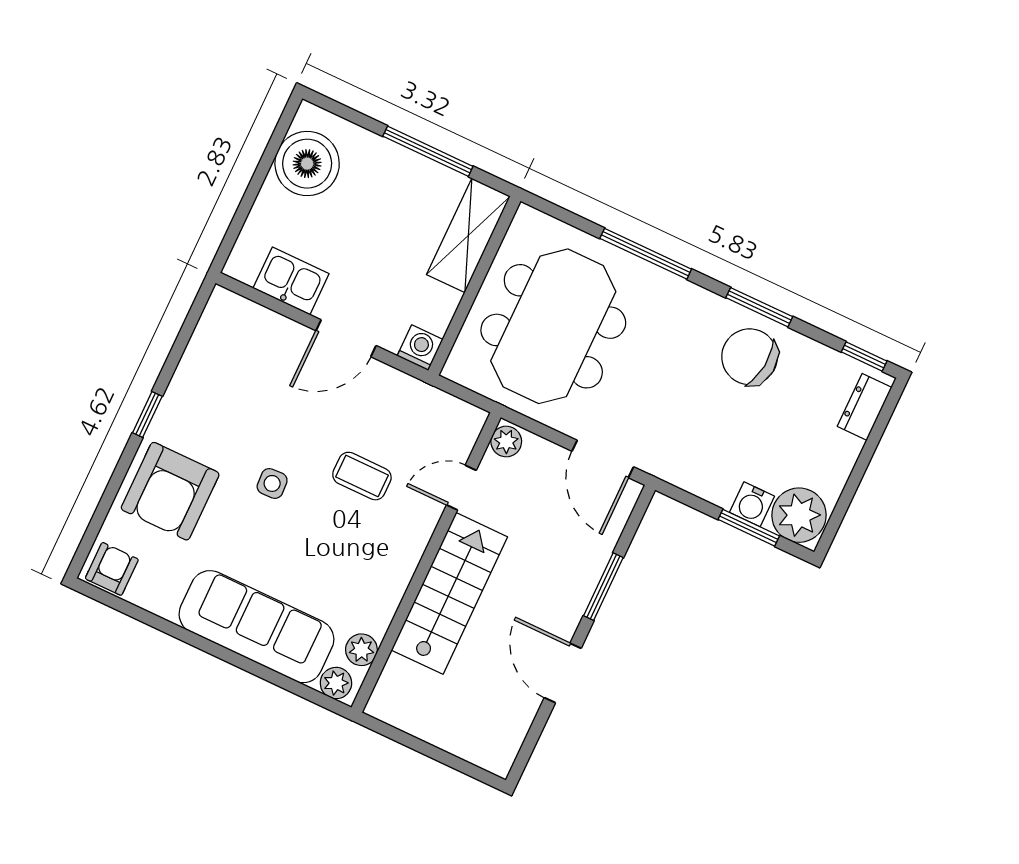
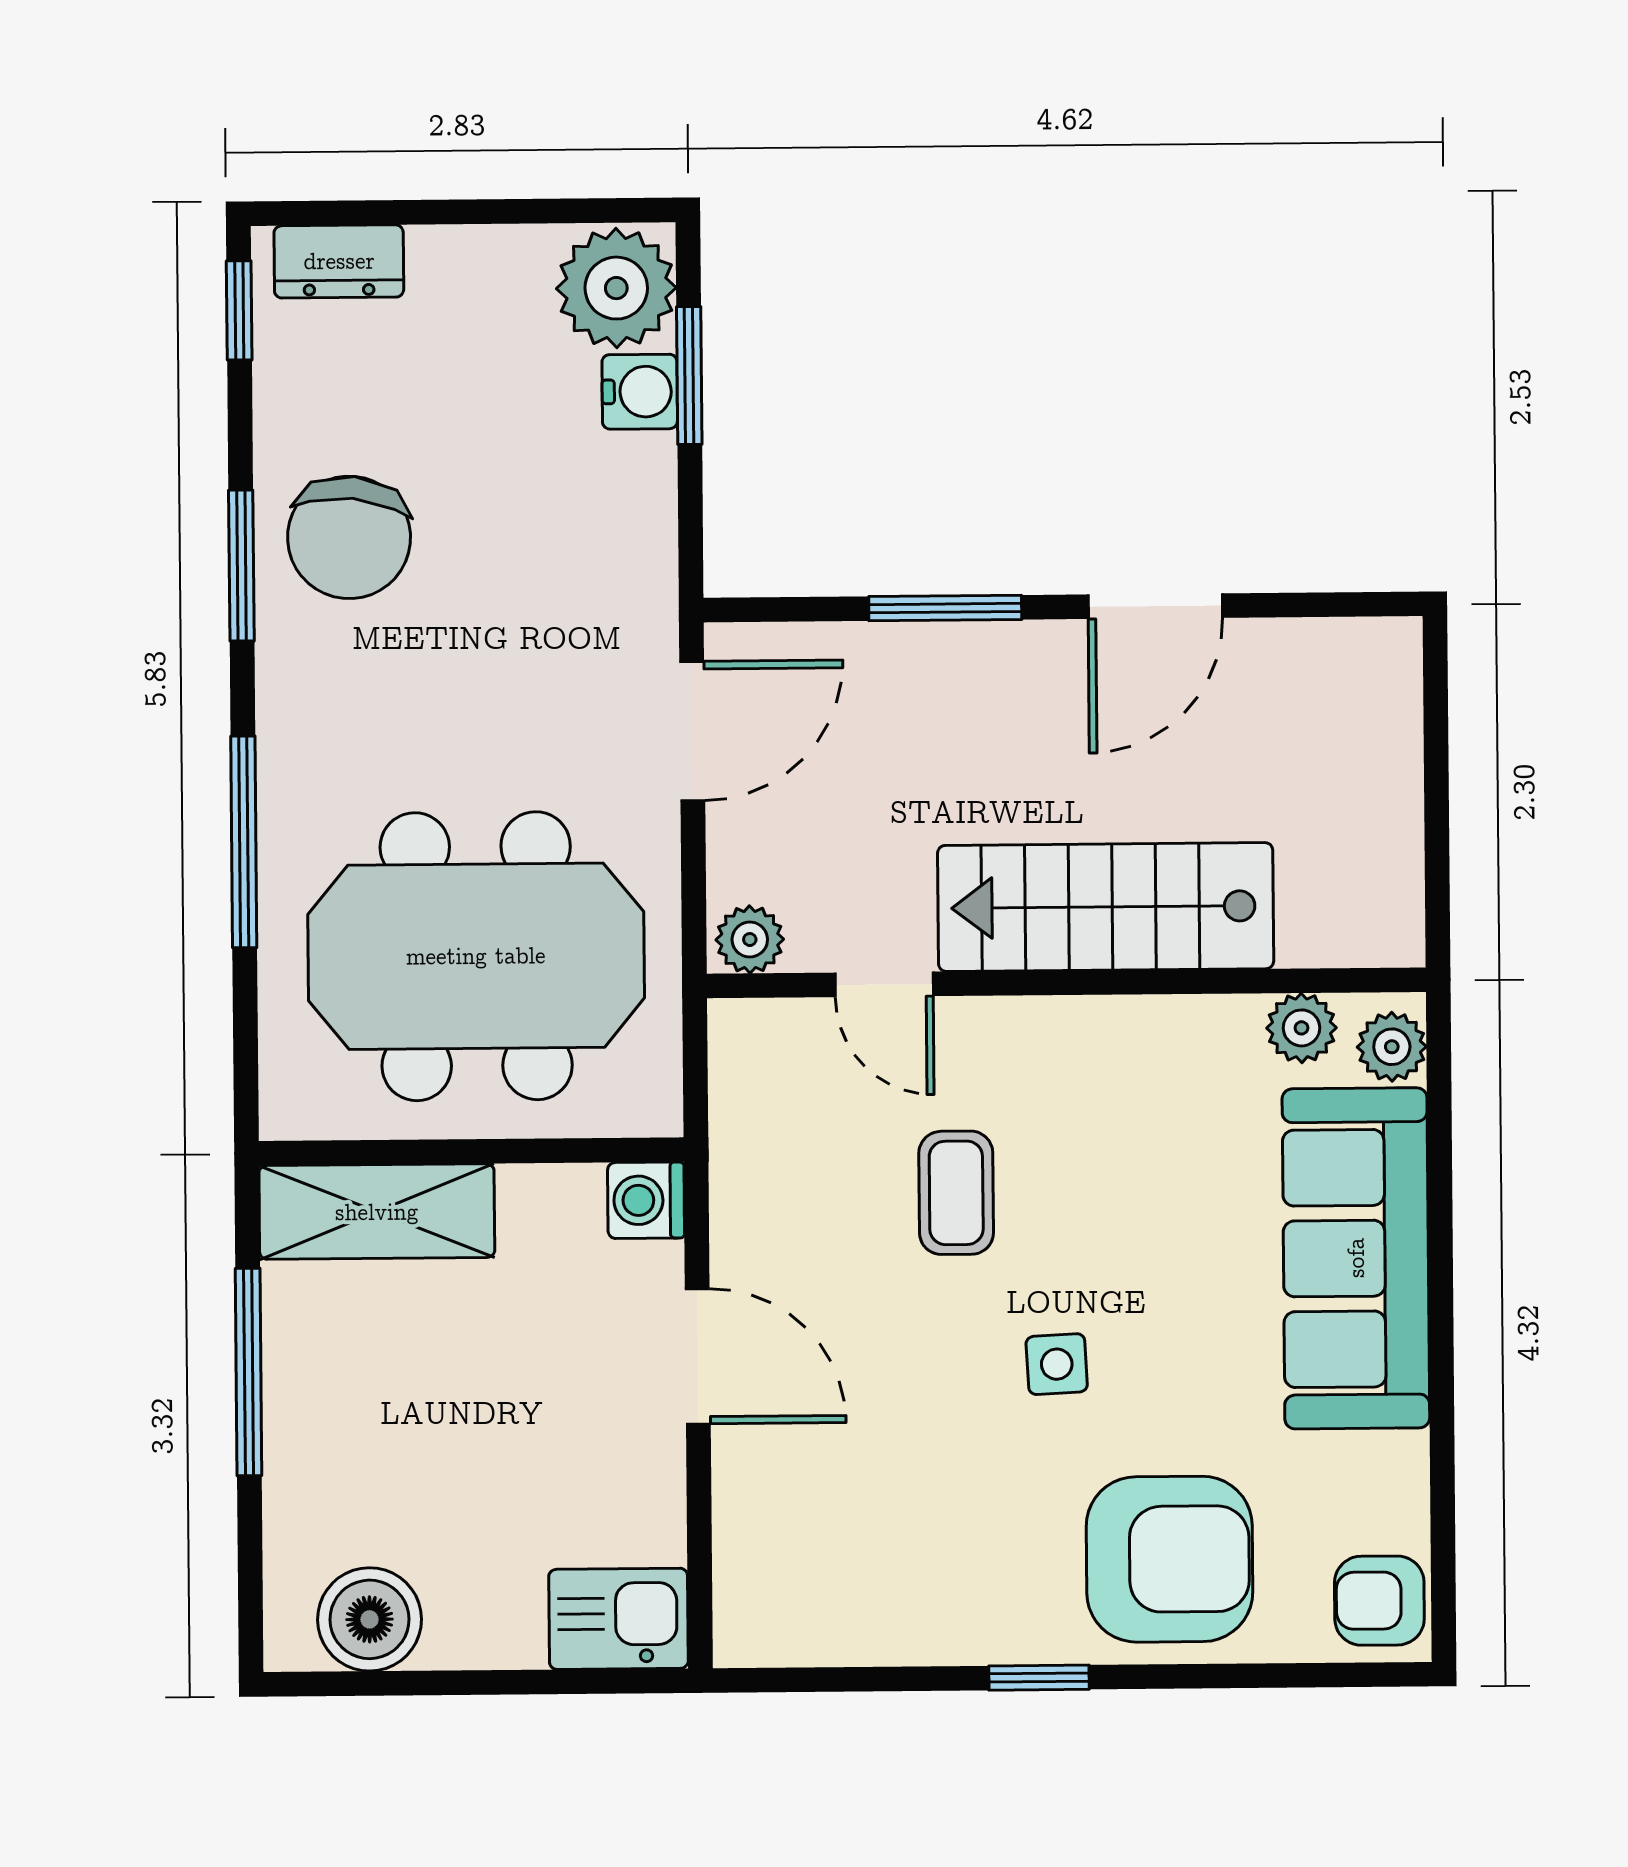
boiler: (307, 164) -> (370, 1619), width x0.73, depth x0.73
kitchen sink: (291, 281) -> (618, 1619), moved, turned 90

